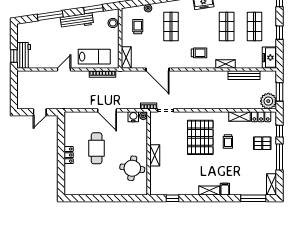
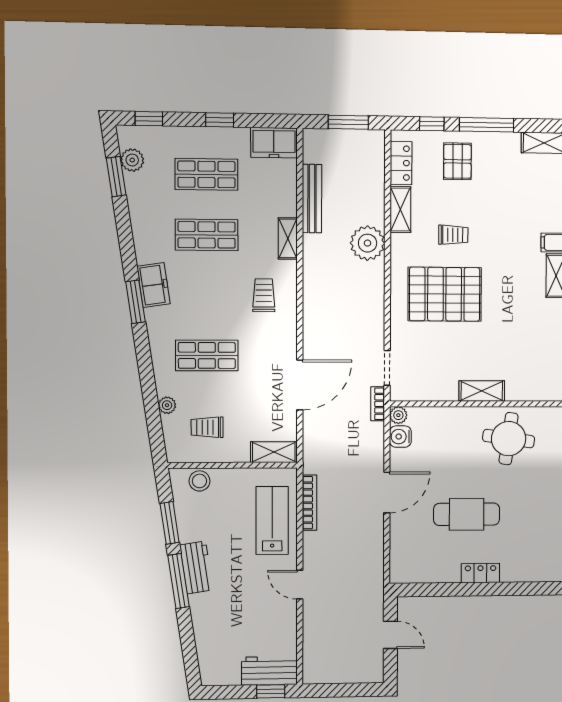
window: (50, 16) -> (178, 581), moved
workbench: (77, 21) -> (196, 567), width x0.73
plant: (268, 101) -> (368, 243), moved

